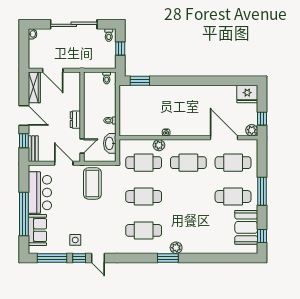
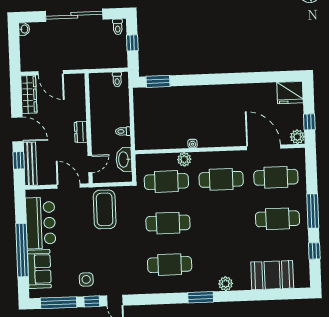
bench: (33, 149) -> (30, 164), width x1.36
booth: (246, 227) -> (272, 275), moved, turned 90
window: (262, 236) -> (314, 251), moved
plant: (176, 248) -> (226, 284), moved

